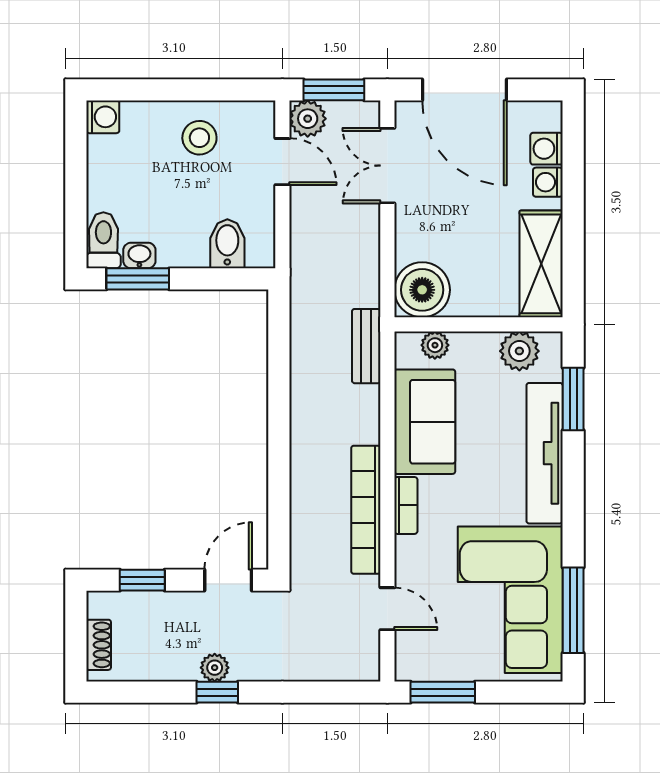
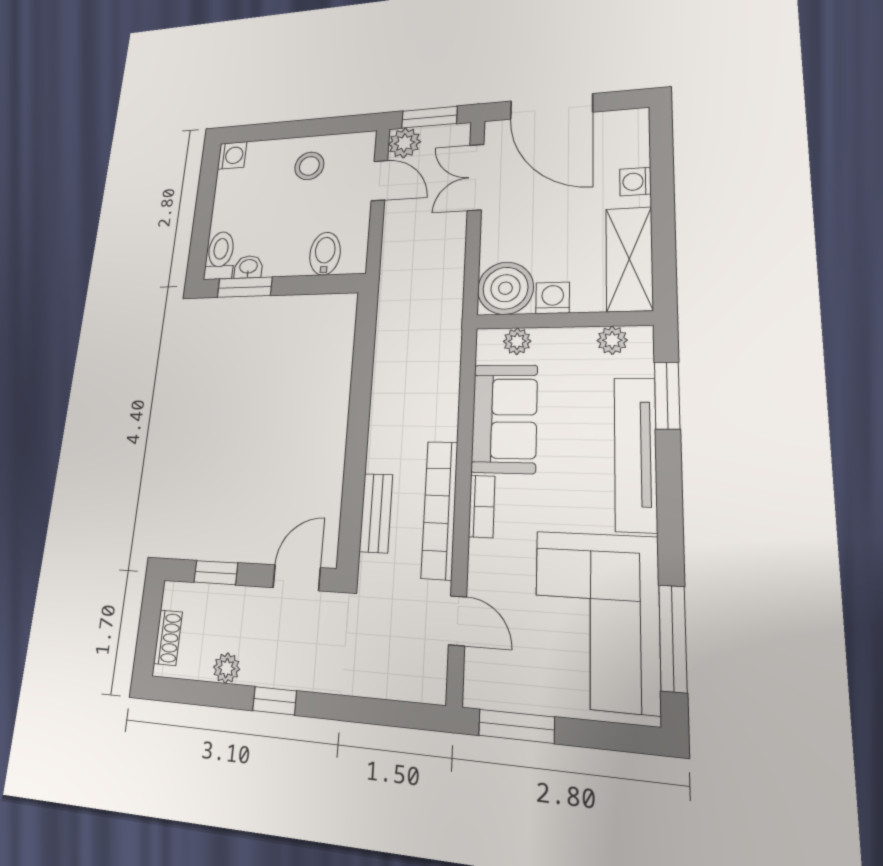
washing machine: (546, 149) -> (553, 298), moved, turned 90
bench: (366, 346) -> (376, 513), moved
plant: (519, 351) -> (612, 340), width x0.73, depth x0.73
plant: (215, 668) -> (227, 668), moved

